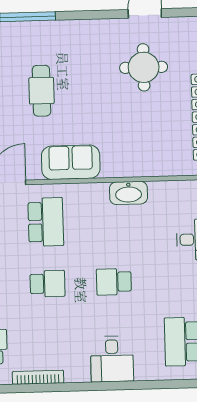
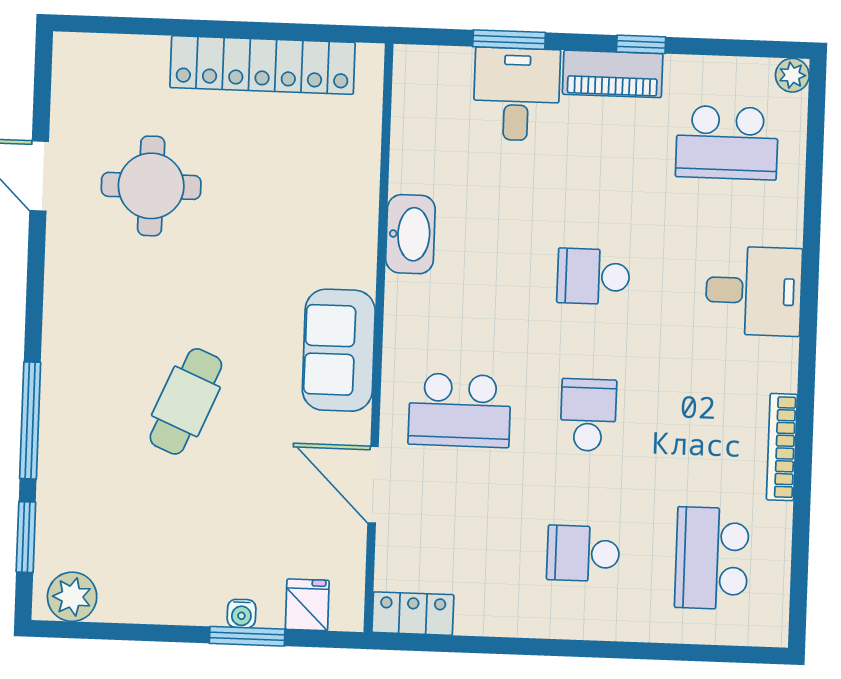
cafe table: (41, 91) -> (186, 401), turned -67
school desk: (46, 222) -> (460, 410), turned 180
school desk: (114, 282) -> (593, 276), turned 90

